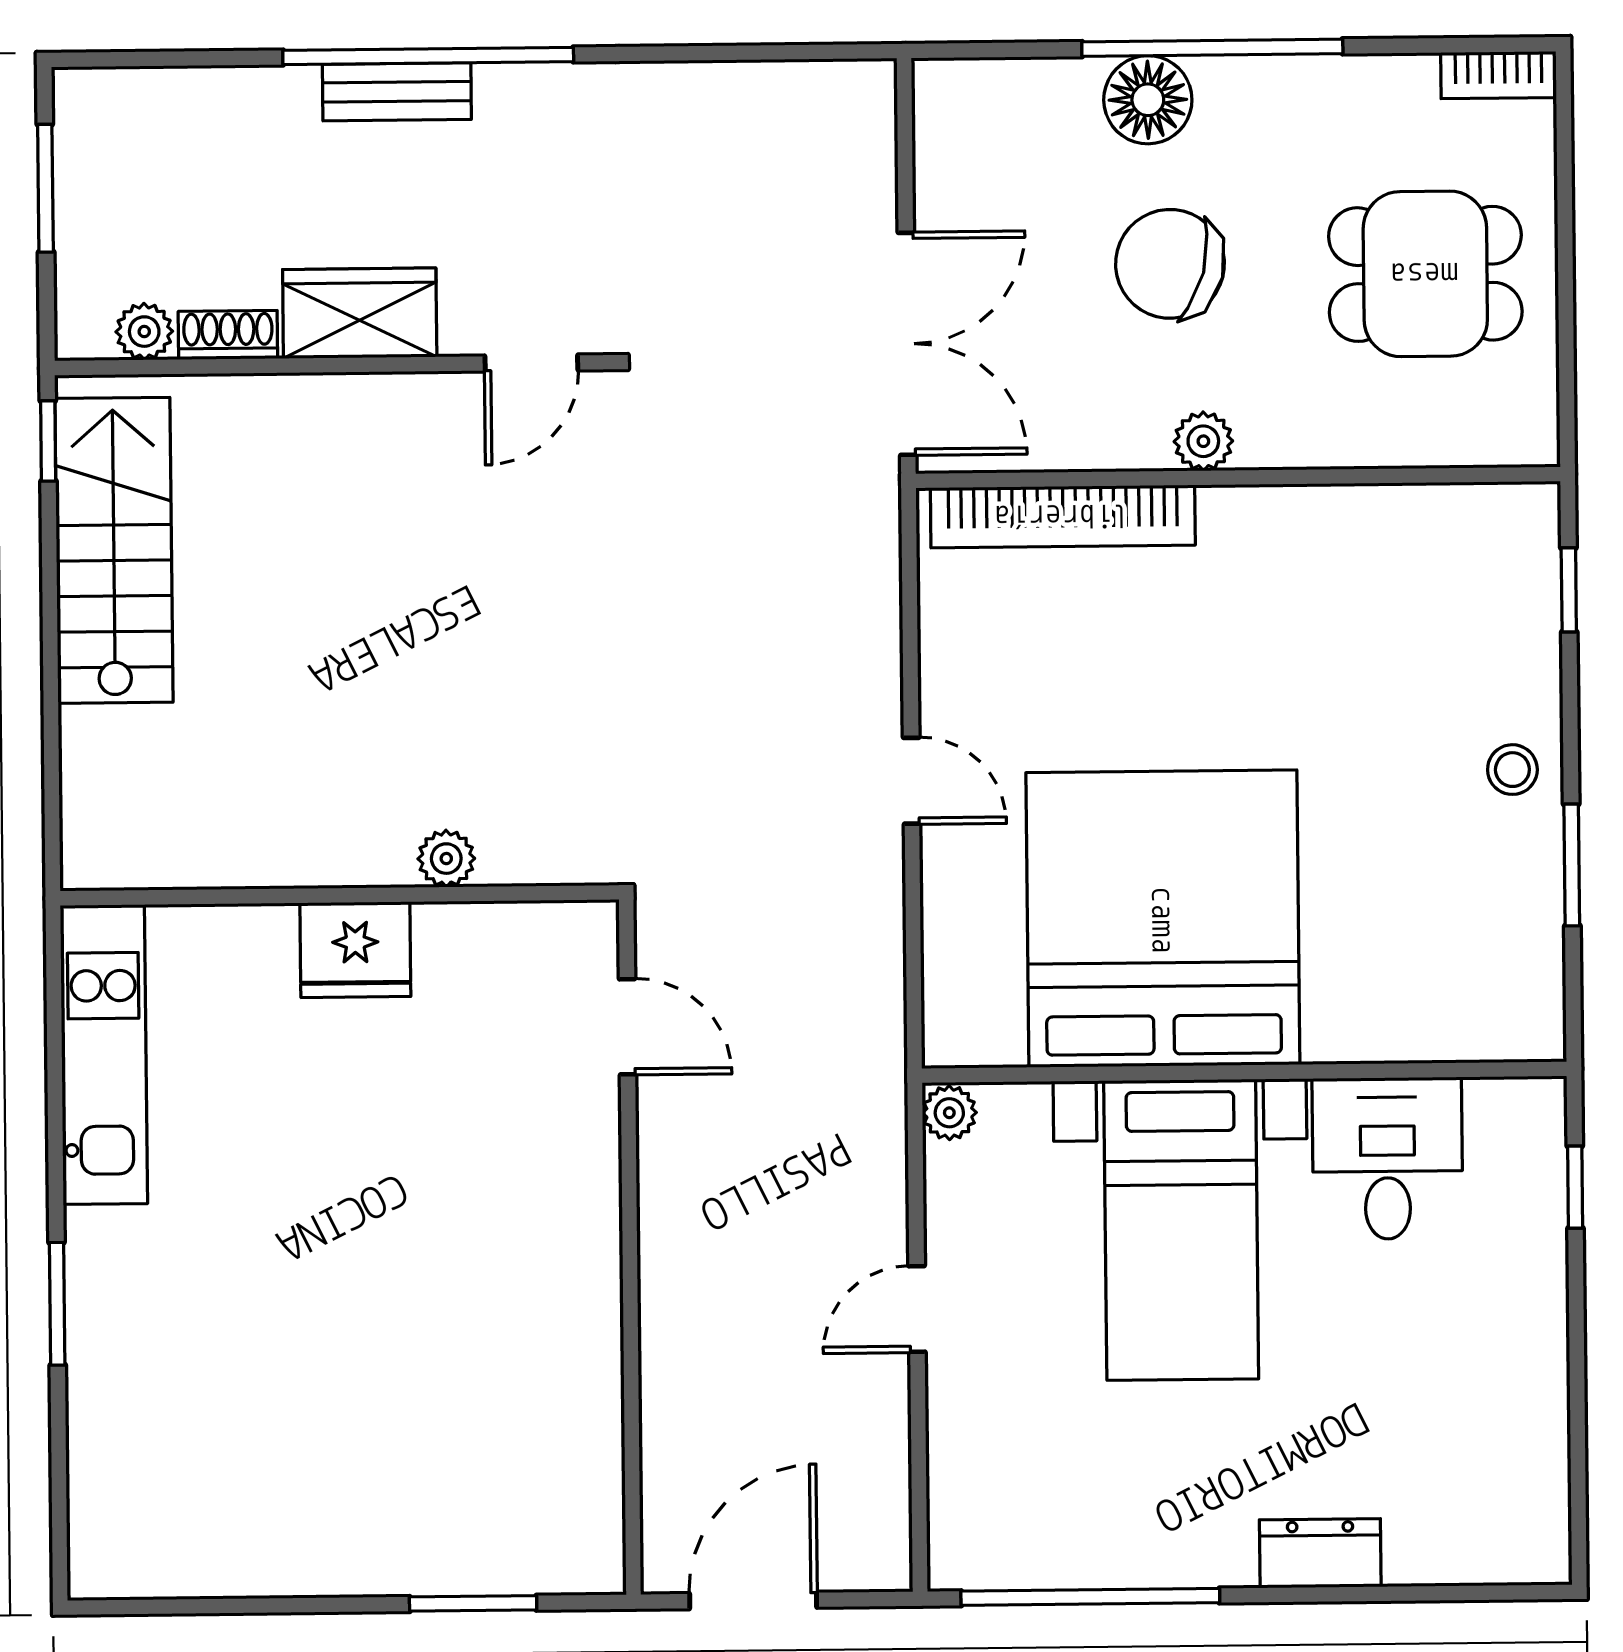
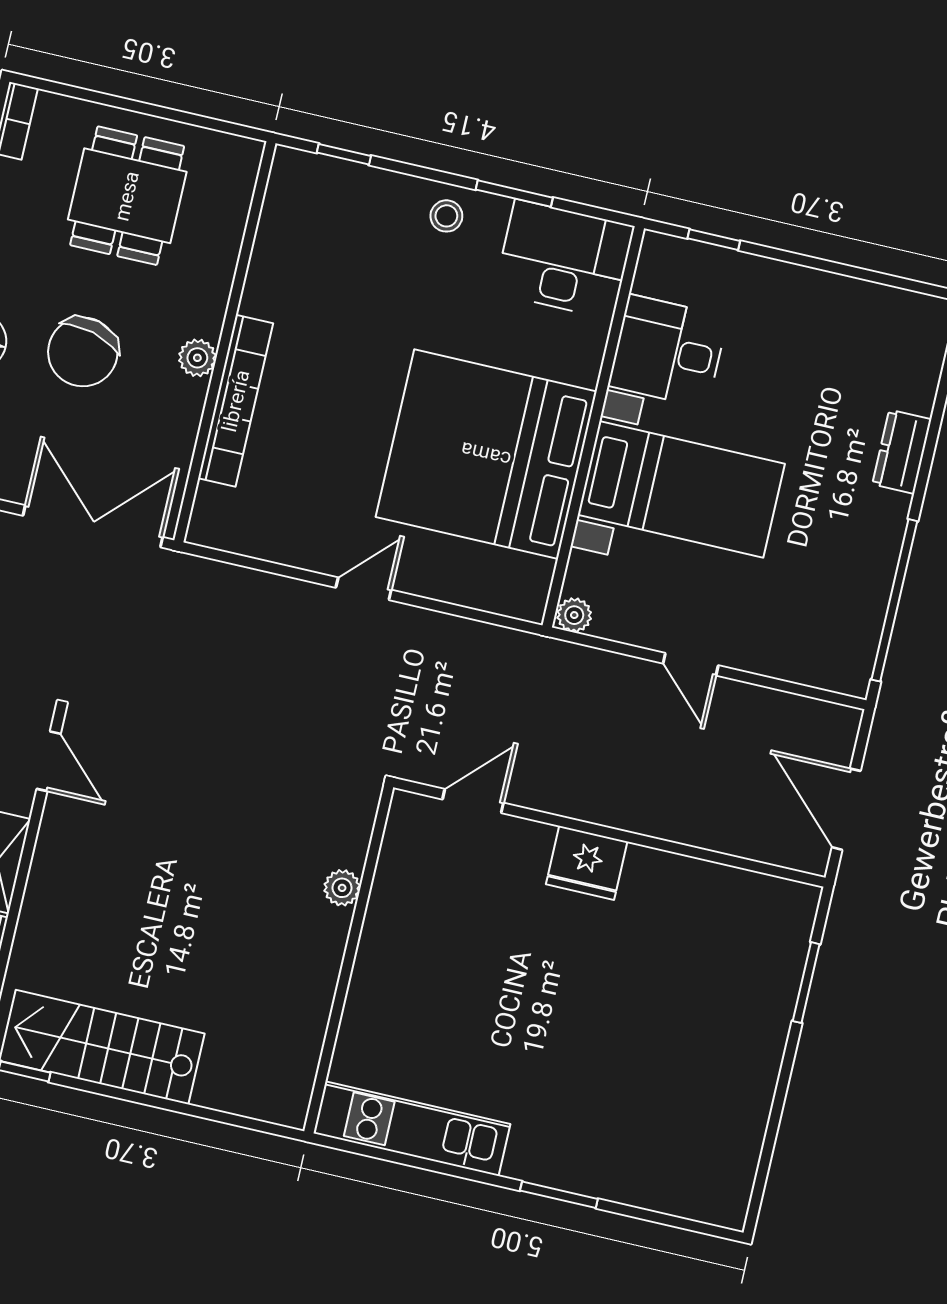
bookcase: (1063, 516) -> (236, 401), moved
fridge: (355, 950) -> (587, 863), moved, turned 90
desk: (1490, 966) -> (564, 259), added

